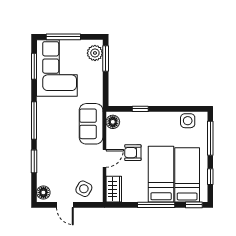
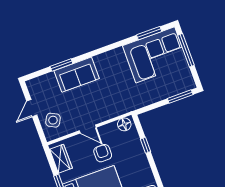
plant: (95, 53) -> (182, 85), removed
window: (34, 120) -> (99, 51), removed
sofa: (91, 124) -> (77, 75), moved, turned 180
wardrobe: (114, 189) -> (61, 159), moved, turned -90
floor lamp: (43, 192) -> (36, 84), removed

